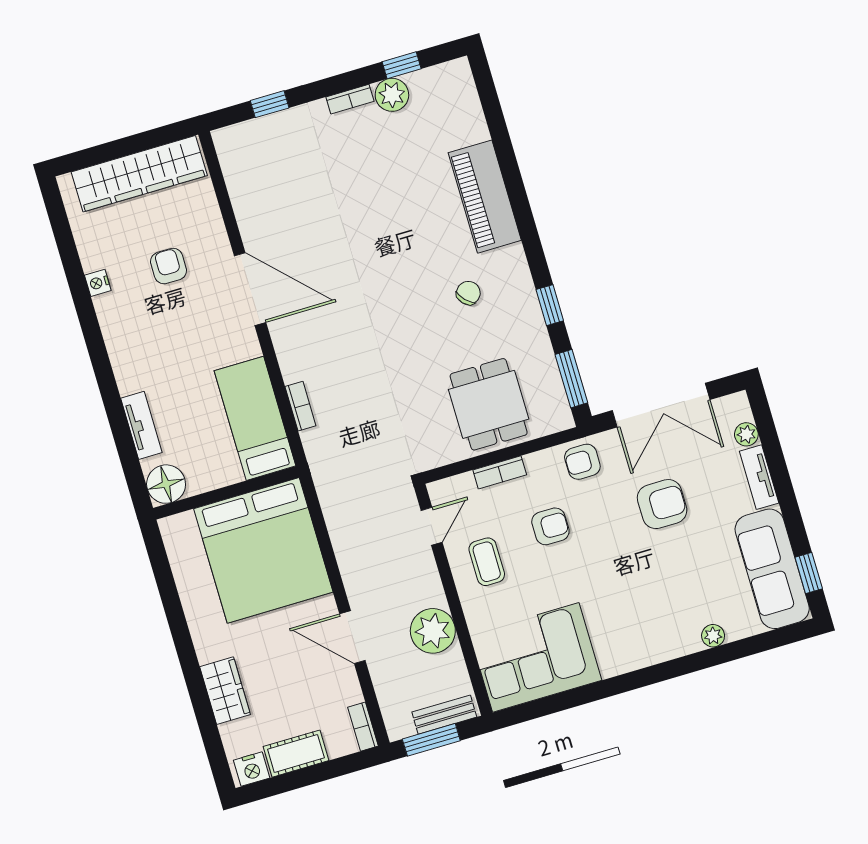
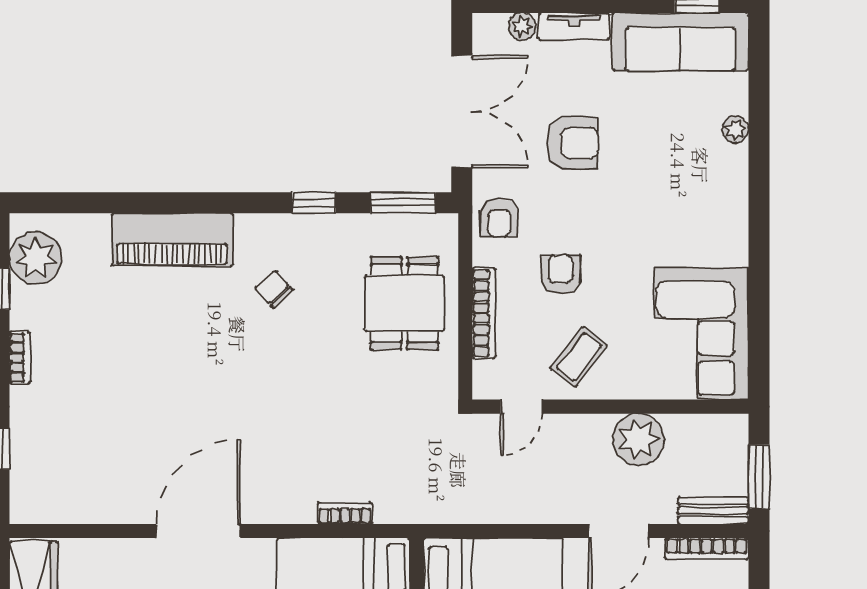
plant: (392, 95) -> (36, 258), moved, width x1.36, depth x1.36
dining table: (489, 404) -> (404, 303), turned 90
bookcase: (500, 472) -> (484, 313), width x1.56
armchair: (662, 504) -> (572, 143), turned 90
door: (432, 526) -> (522, 407), swing flipped
coffee table: (487, 562) -> (579, 357), turned -52
bench: (444, 715) -> (713, 511), moved, turned 90
bookcase: (363, 727) -> (707, 549), width x1.56

